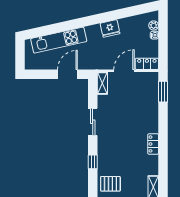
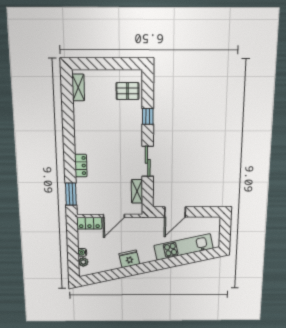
shelving: (102, 83) -> (137, 191), moved
locker: (153, 144) -> (81, 166), moved

